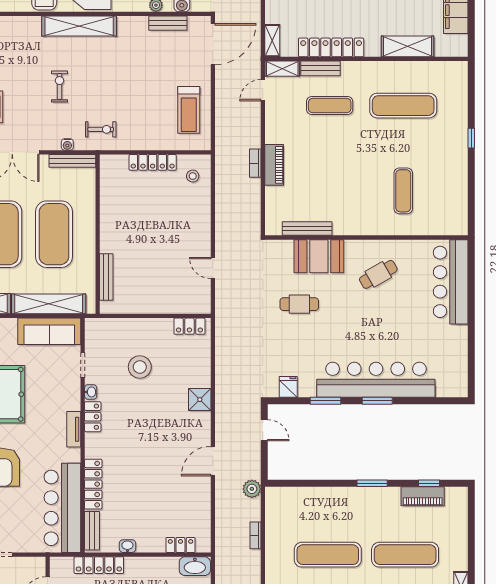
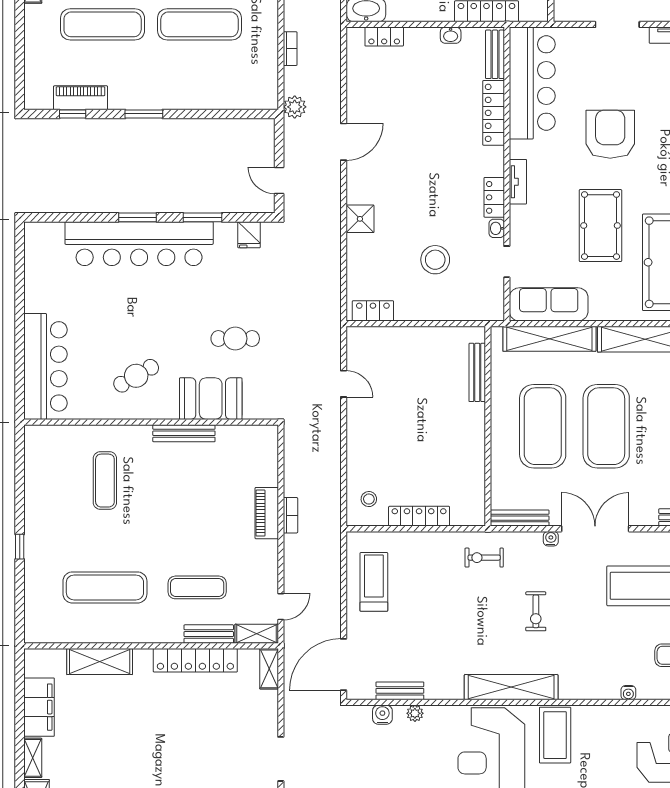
water cooler: (67, 144) -> (551, 539), moved
bench: (307, 229) -> (184, 433), moved

